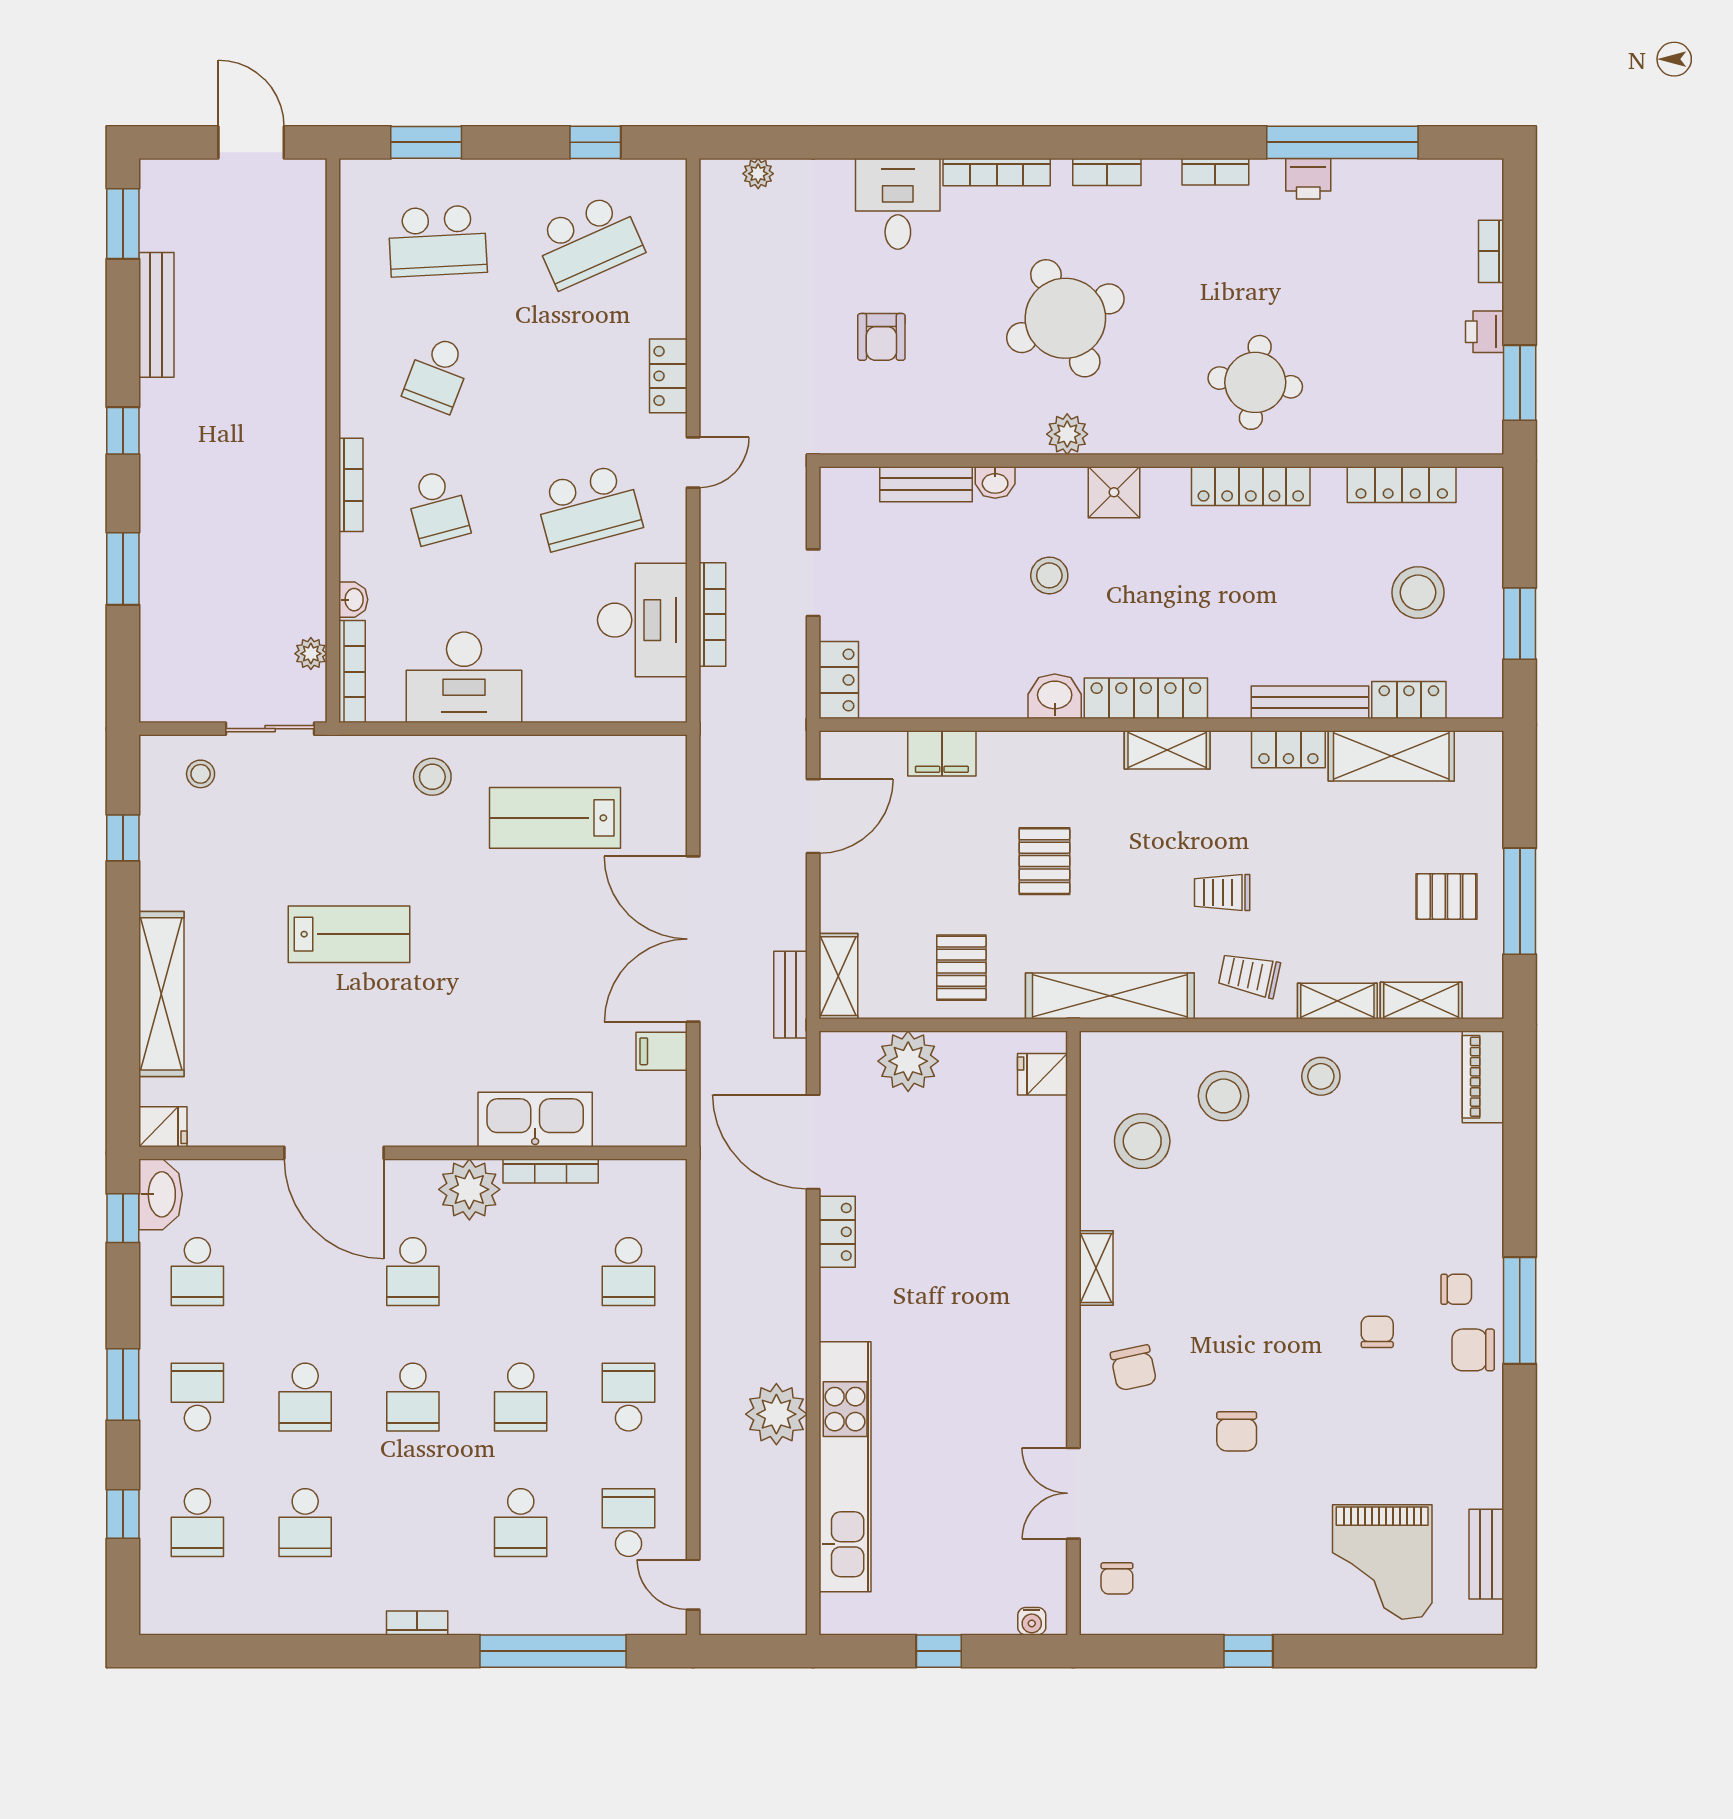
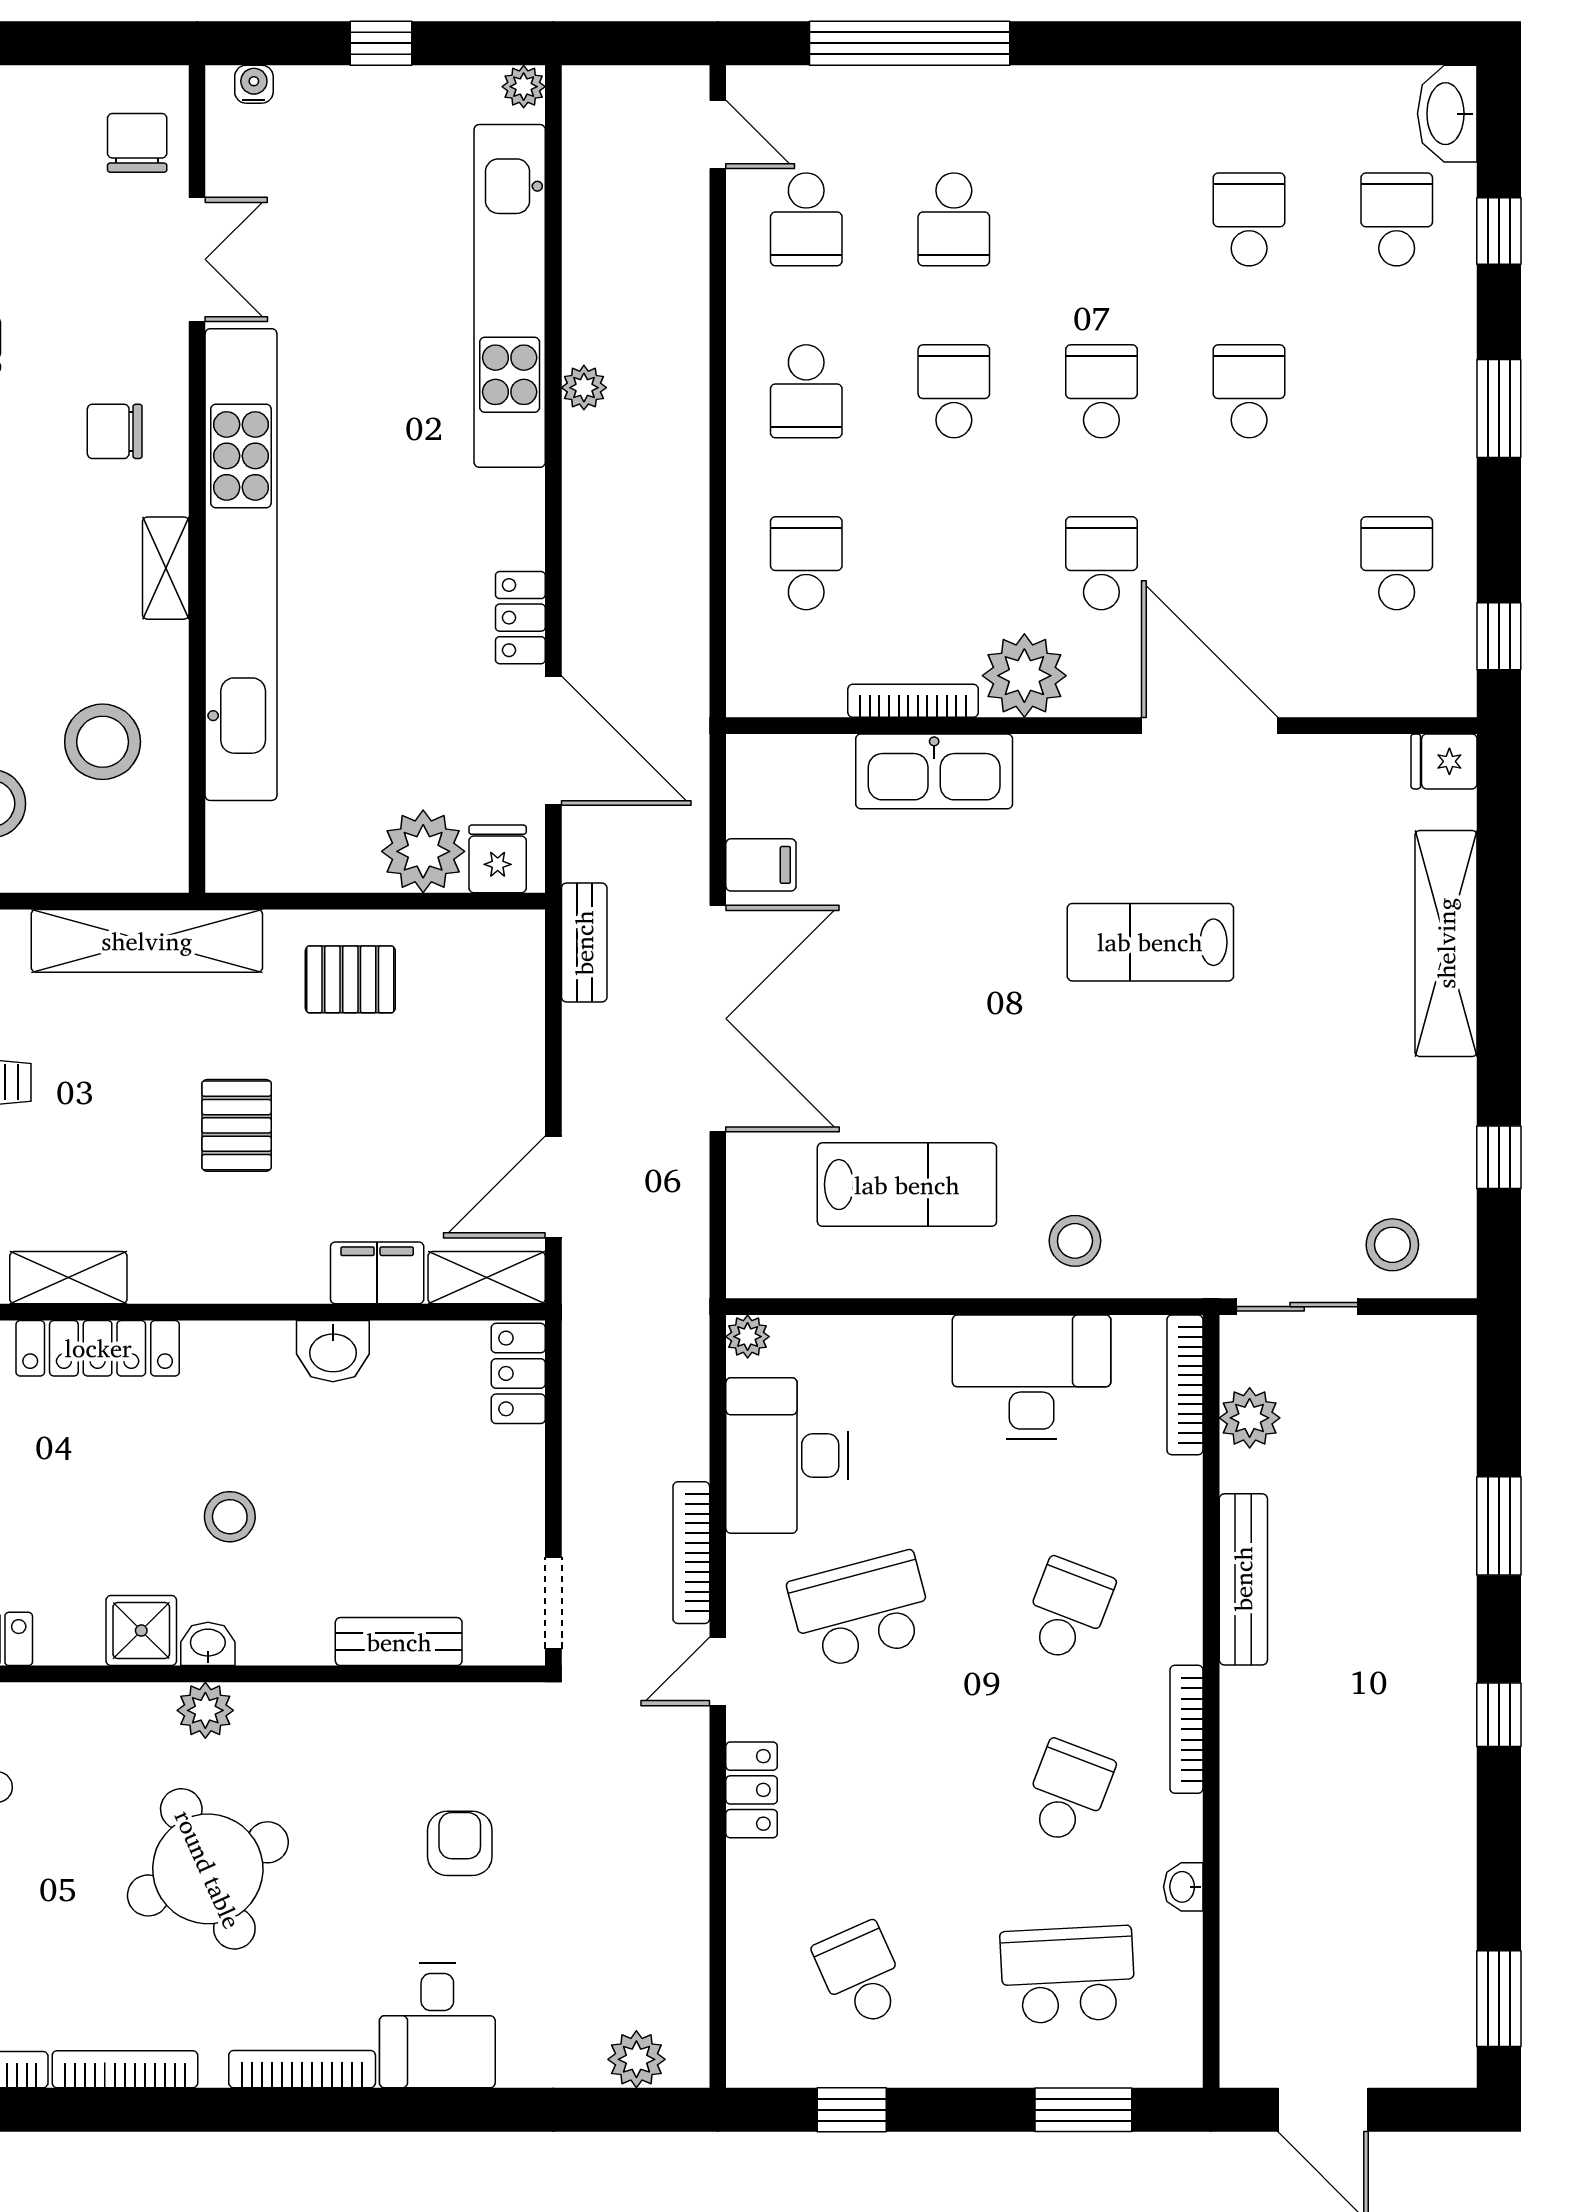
bookcase: (1107, 172) -> (125, 2069), width x1.56
plant: (758, 174) -> (636, 2059), width x1.38, depth x1.38
school desk: (588, 241) -> (861, 1975), width x0.54
bench: (156, 315) -> (1243, 1579), moved
washbasin: (995, 483) -> (208, 1644), moved
bookcase: (351, 485) -> (1186, 1729), moved
school desk: (438, 507) -> (1068, 1610), turned 36
doorway: (813, 583) -> (553, 1603), moved
washbasin: (353, 600) -> (1183, 1887), moved
bookcase: (712, 614) -> (691, 1553), moved
plant: (311, 654) -> (1250, 1418), width x1.38, depth x1.38
washbasin: (1055, 696) -> (333, 1351), moved
plant: (671, 707) -> (748, 1337), added
stool: (201, 774) -> (1392, 1245), width x1.37, depth x1.37
lab bench: (349, 934) -> (1150, 942), moved
pallet: (961, 968) -> (350, 979), turned 90
shelving: (838, 976) -> (487, 1278), moved, turned 90
fridge: (1042, 1074) -> (498, 859), moved, turned -90
washbasin: (160, 1194) -> (1447, 114), moved
kitchen unit: (1041, 1271) -> (241, 565), added
chair: (1133, 1368) -> (115, 431), turned -78
school desk: (197, 1397) -> (1397, 391), removed
plant: (776, 1414) -> (584, 388), width x0.53, depth x0.53
school desk: (521, 1523) -> (954, 219), turned 180
chair: (1117, 1578) -> (137, 143), width x1.37, depth x1.37
plant: (835, 1620) -> (524, 87), added
bookcase: (417, 1623) -> (1096, 82), removed

